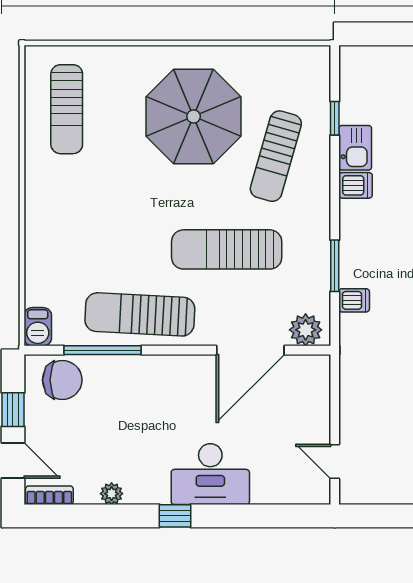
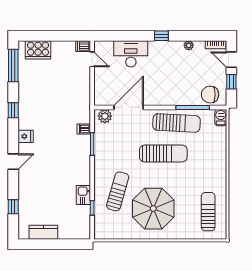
dishwasher: (356, 185) -> (83, 46), moved
sun lounger: (227, 249) -> (163, 153), moved
desk: (210, 474) -> (131, 54), moved

